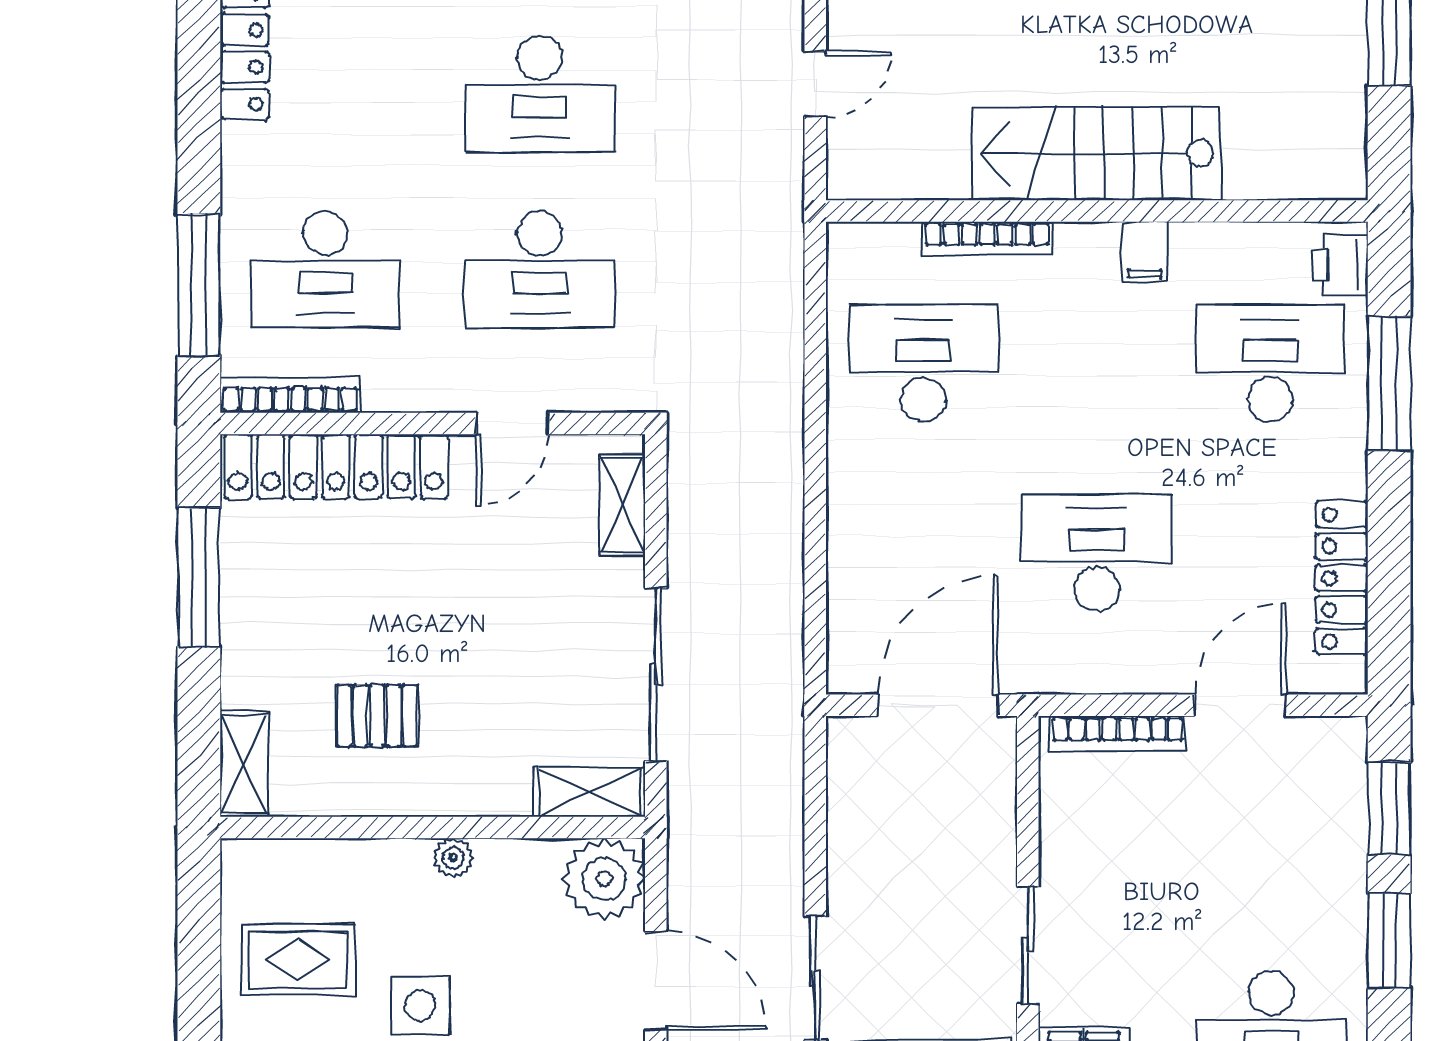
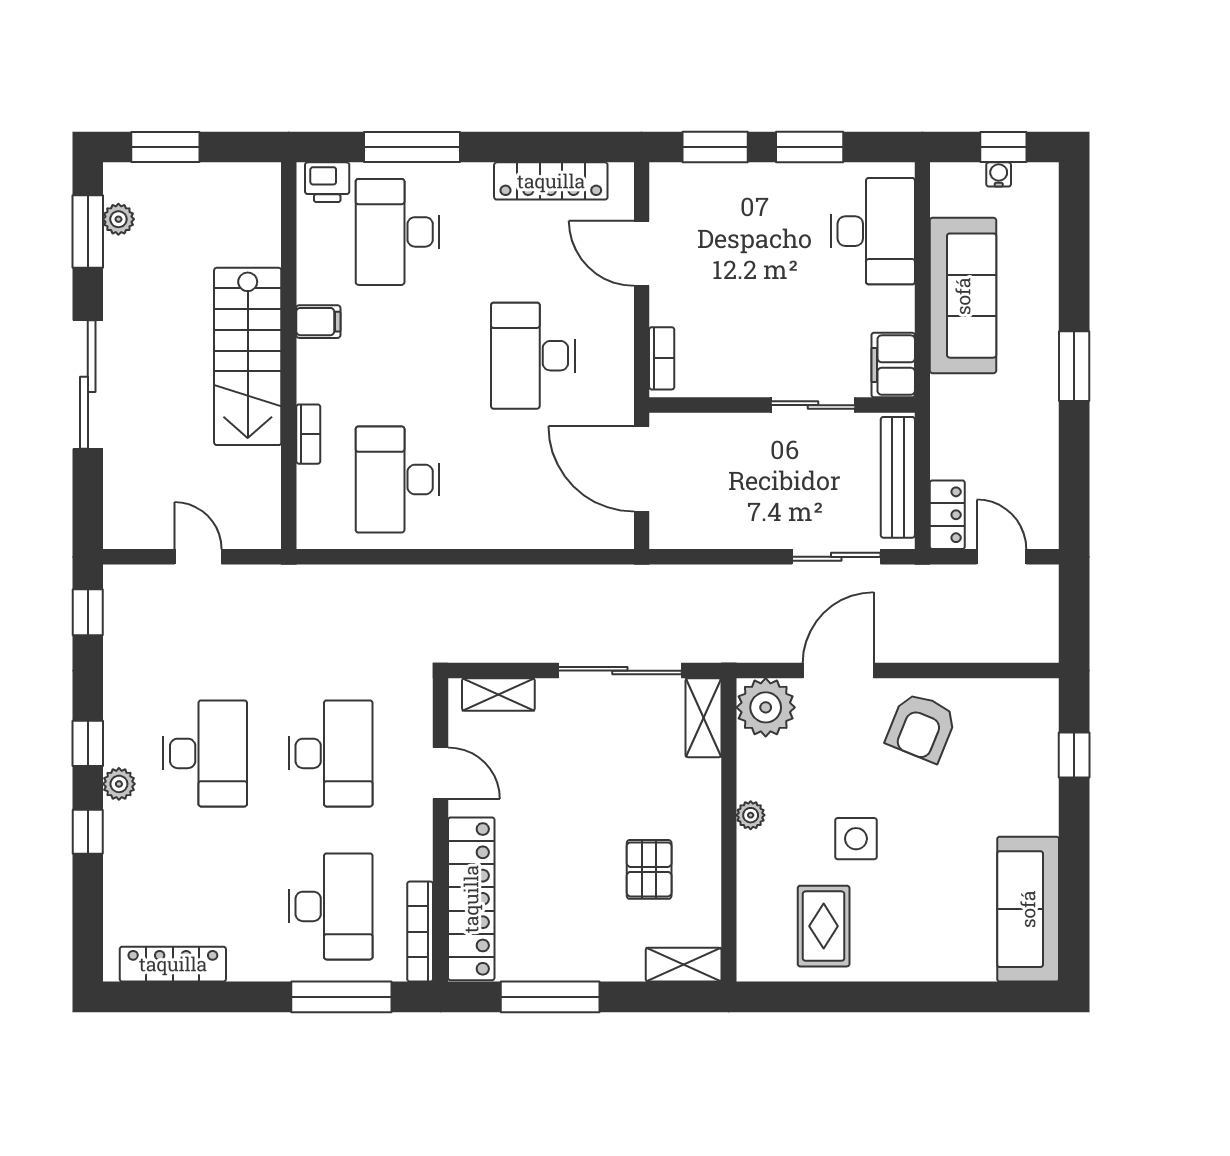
bookcase: (987, 238) -> (308, 434), width x0.64
bookcase: (1118, 733) -> (662, 358), width x0.64

